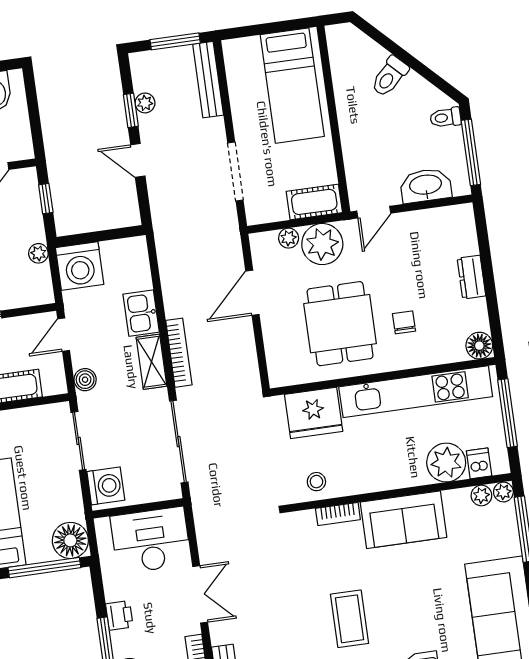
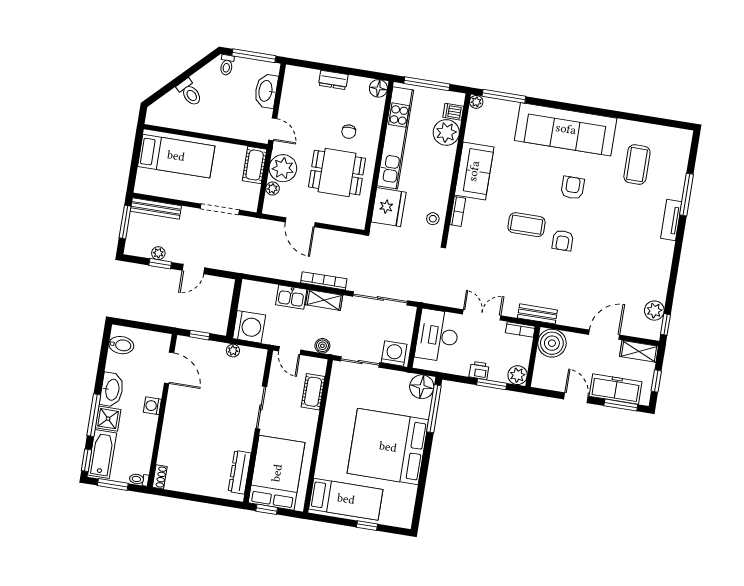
chair: (404, 322) -> (349, 132), turned -90
plant: (481, 496) -> (474, 117), removed

